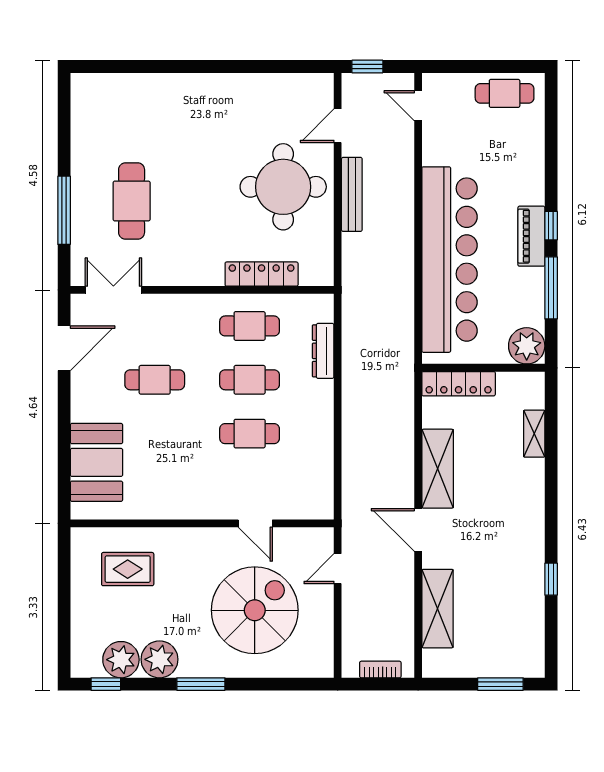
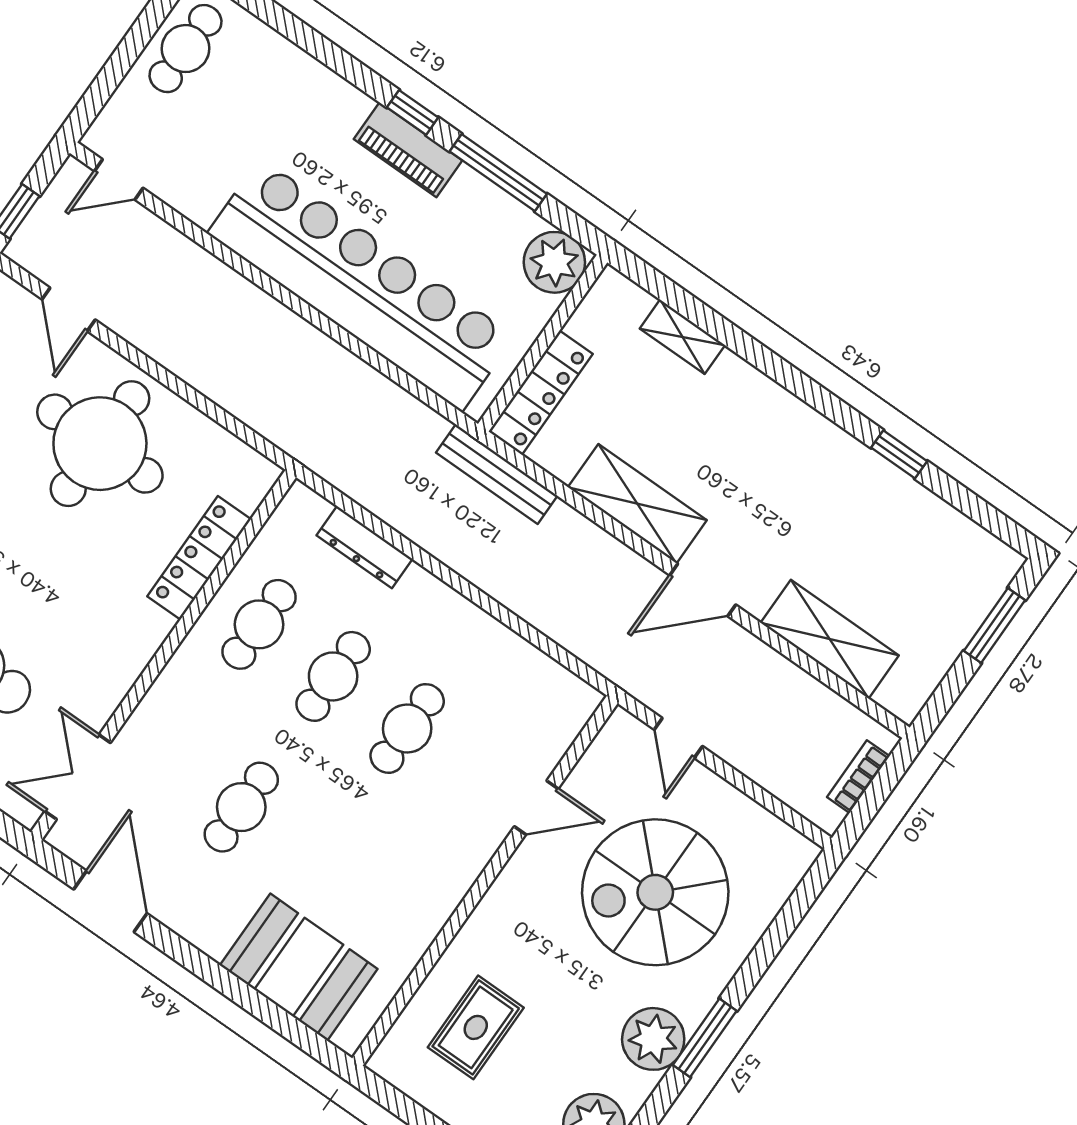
bench: (352, 194) -> (497, 474), moved
spiral stairs: (255, 610) -> (655, 892), turned -90
plant: (159, 659) -> (653, 1039), moved

